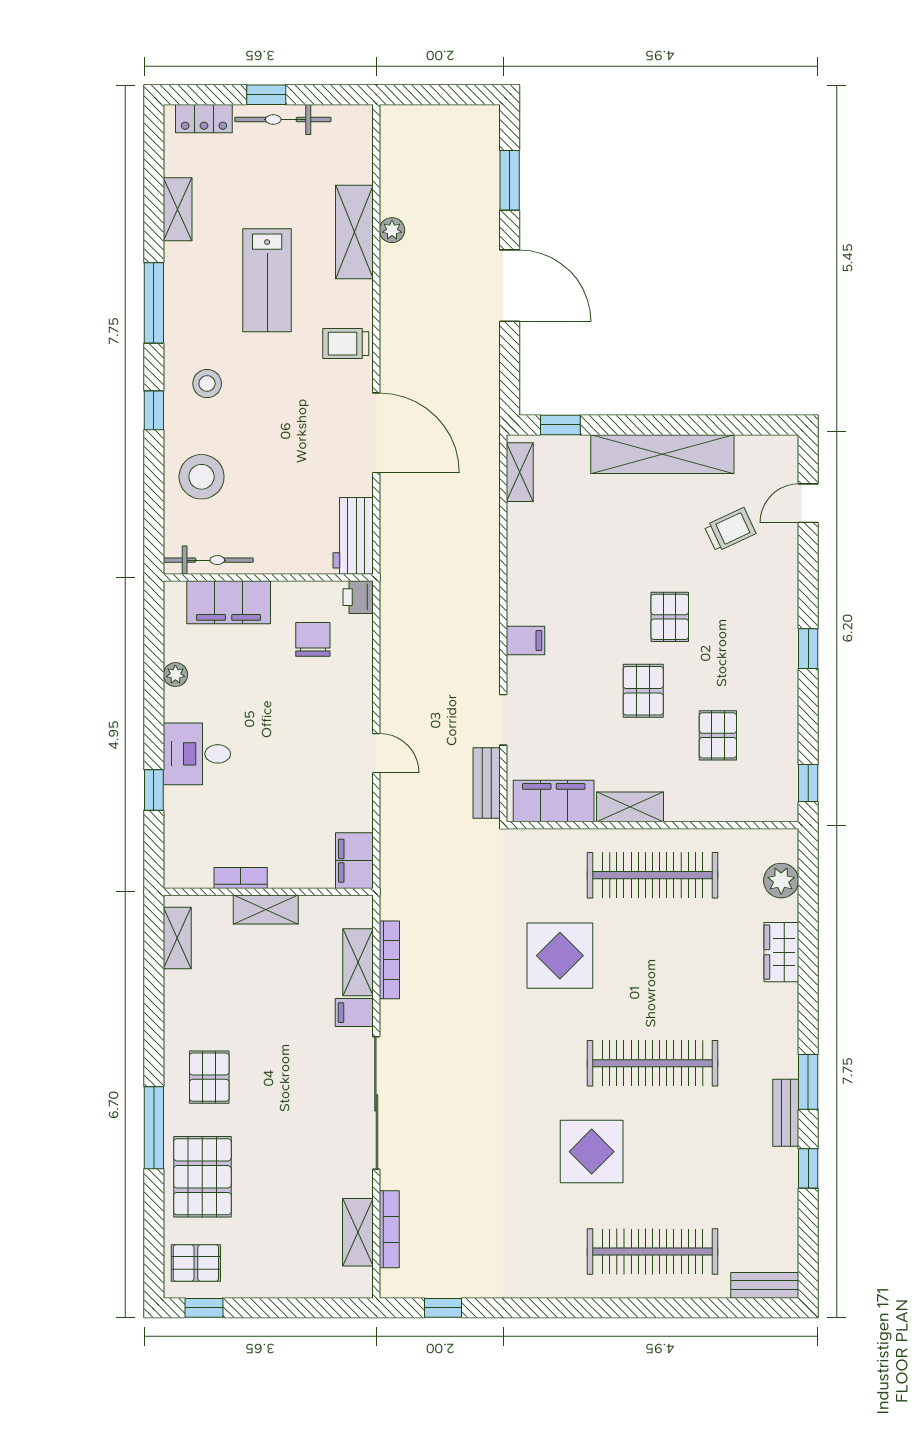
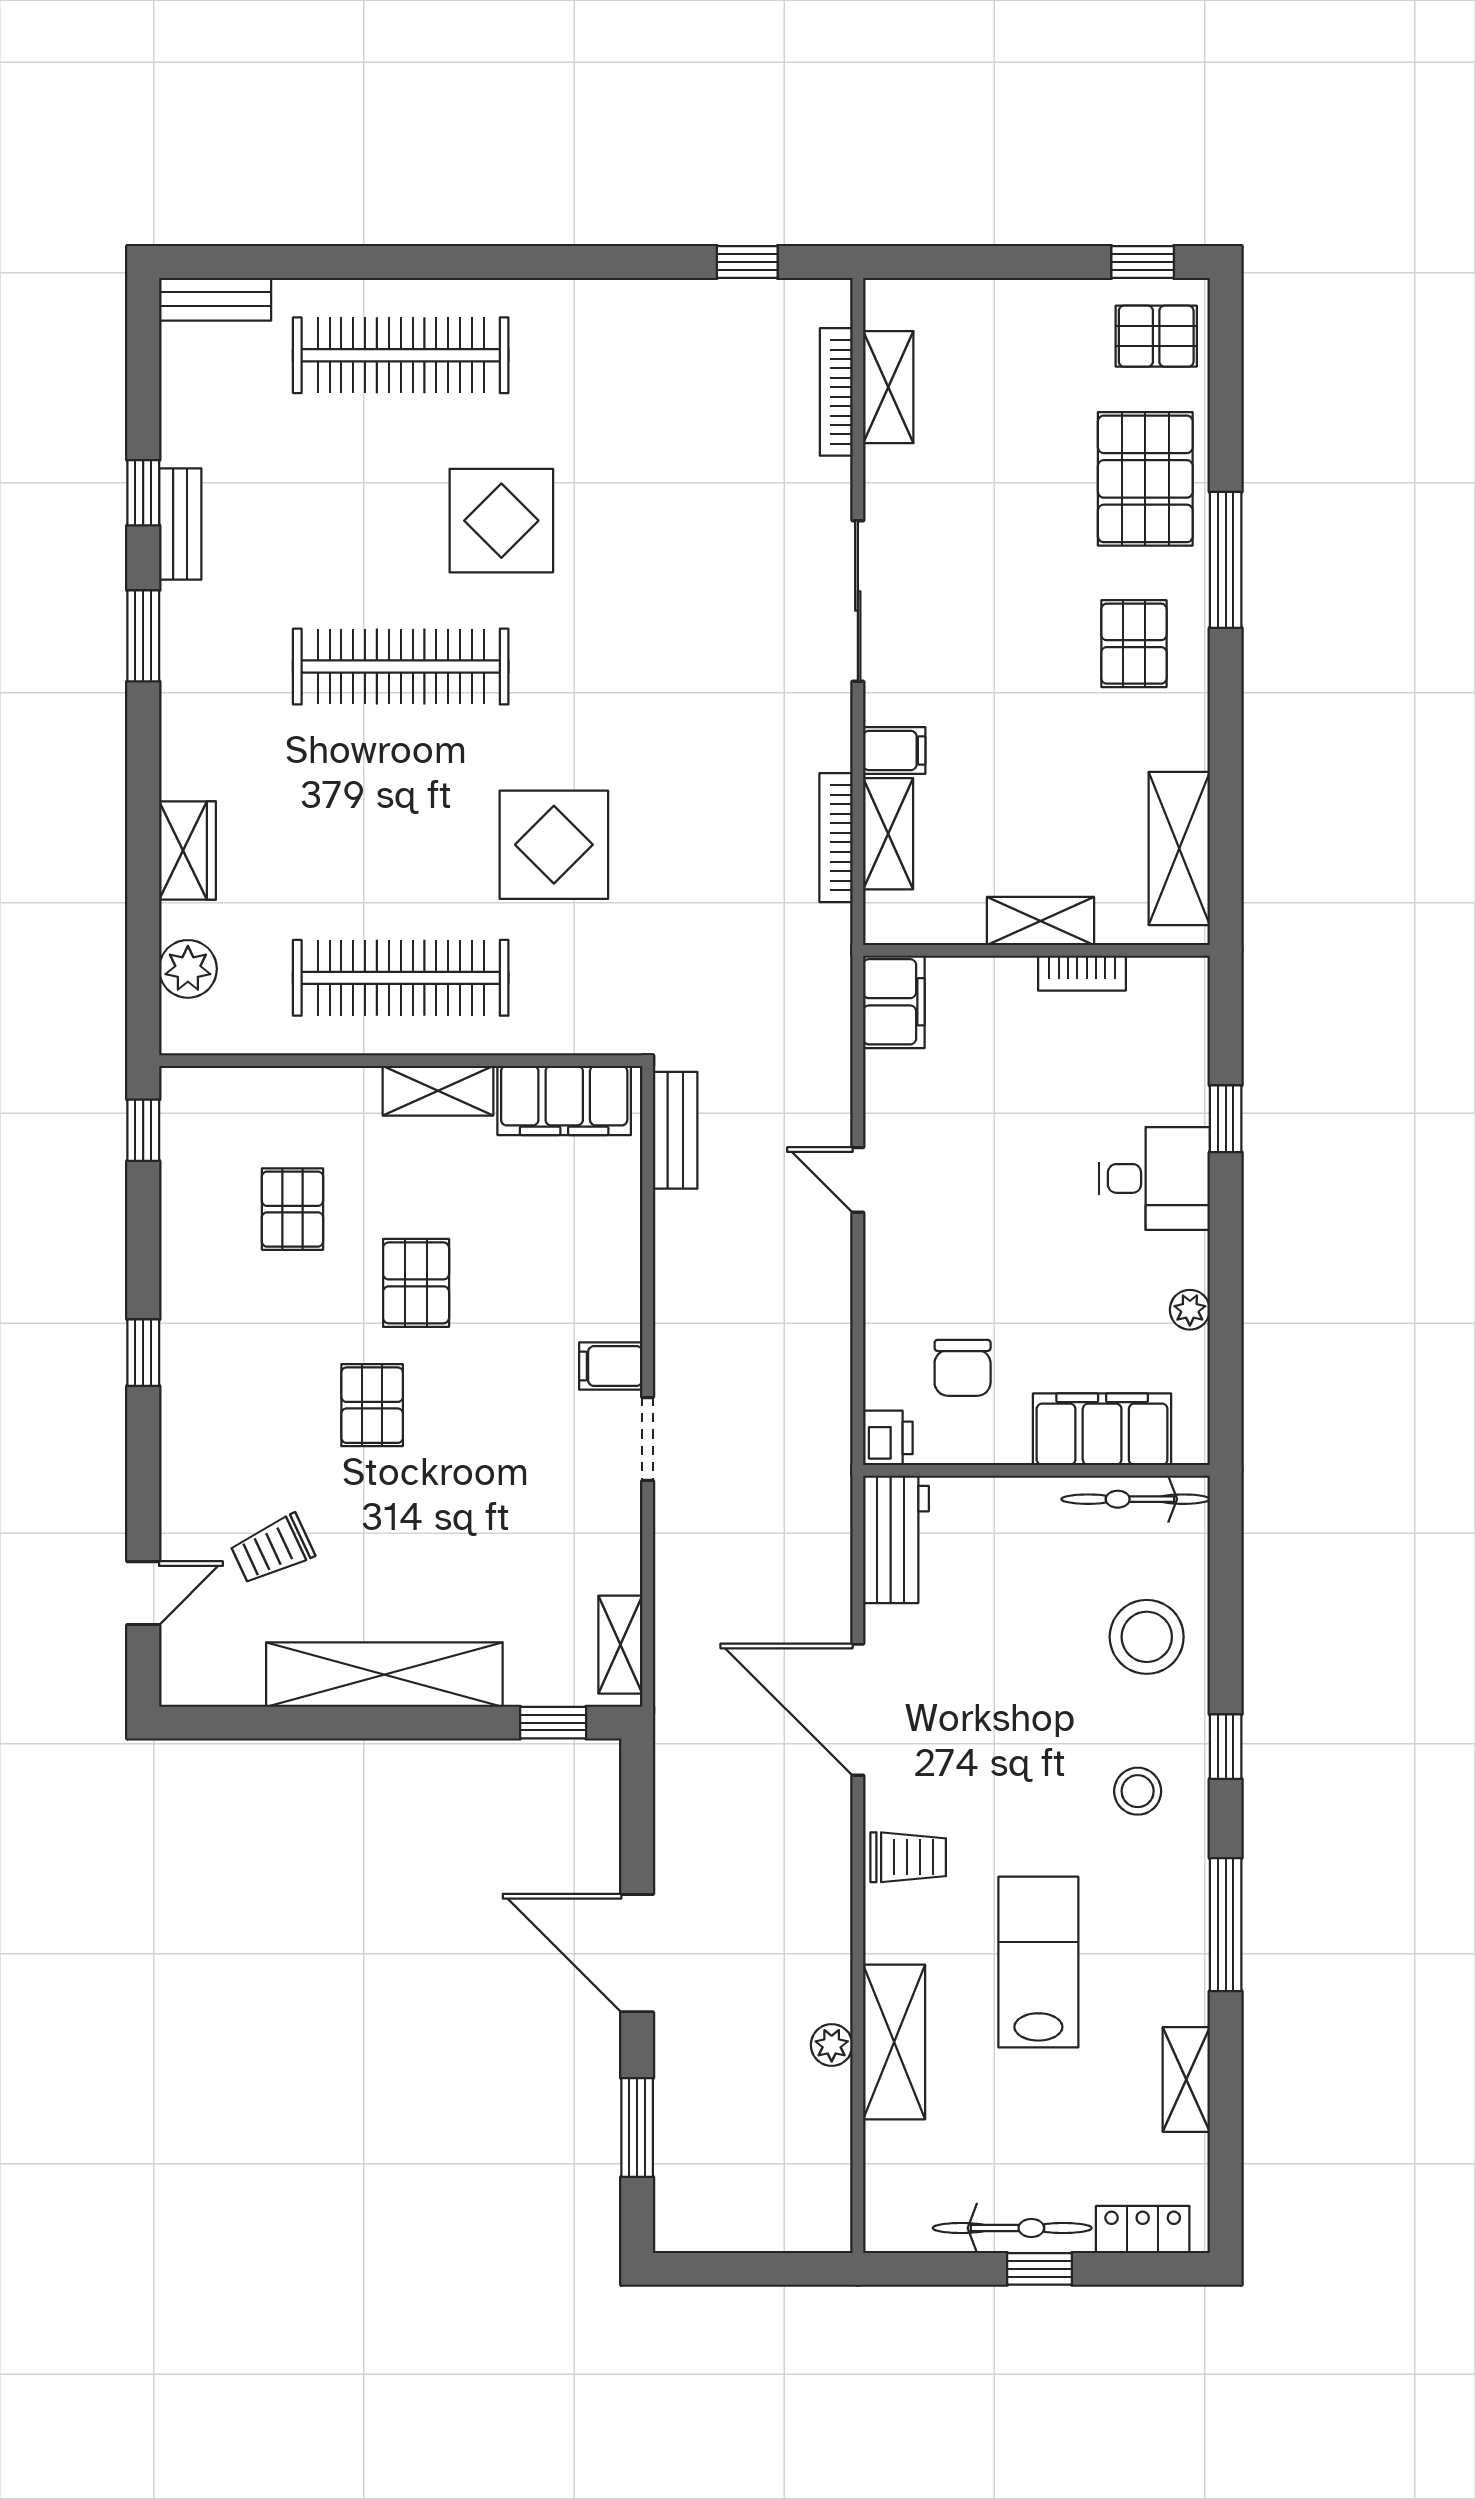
doorway: (503, 720) -> (648, 1439), moved
shelving: (177, 938) -> (1179, 848), width x1.50, depth x1.33
sliding door: (376, 1103) -> (858, 601), width x0.73
bench: (786, 1113) -> (180, 524), moved

